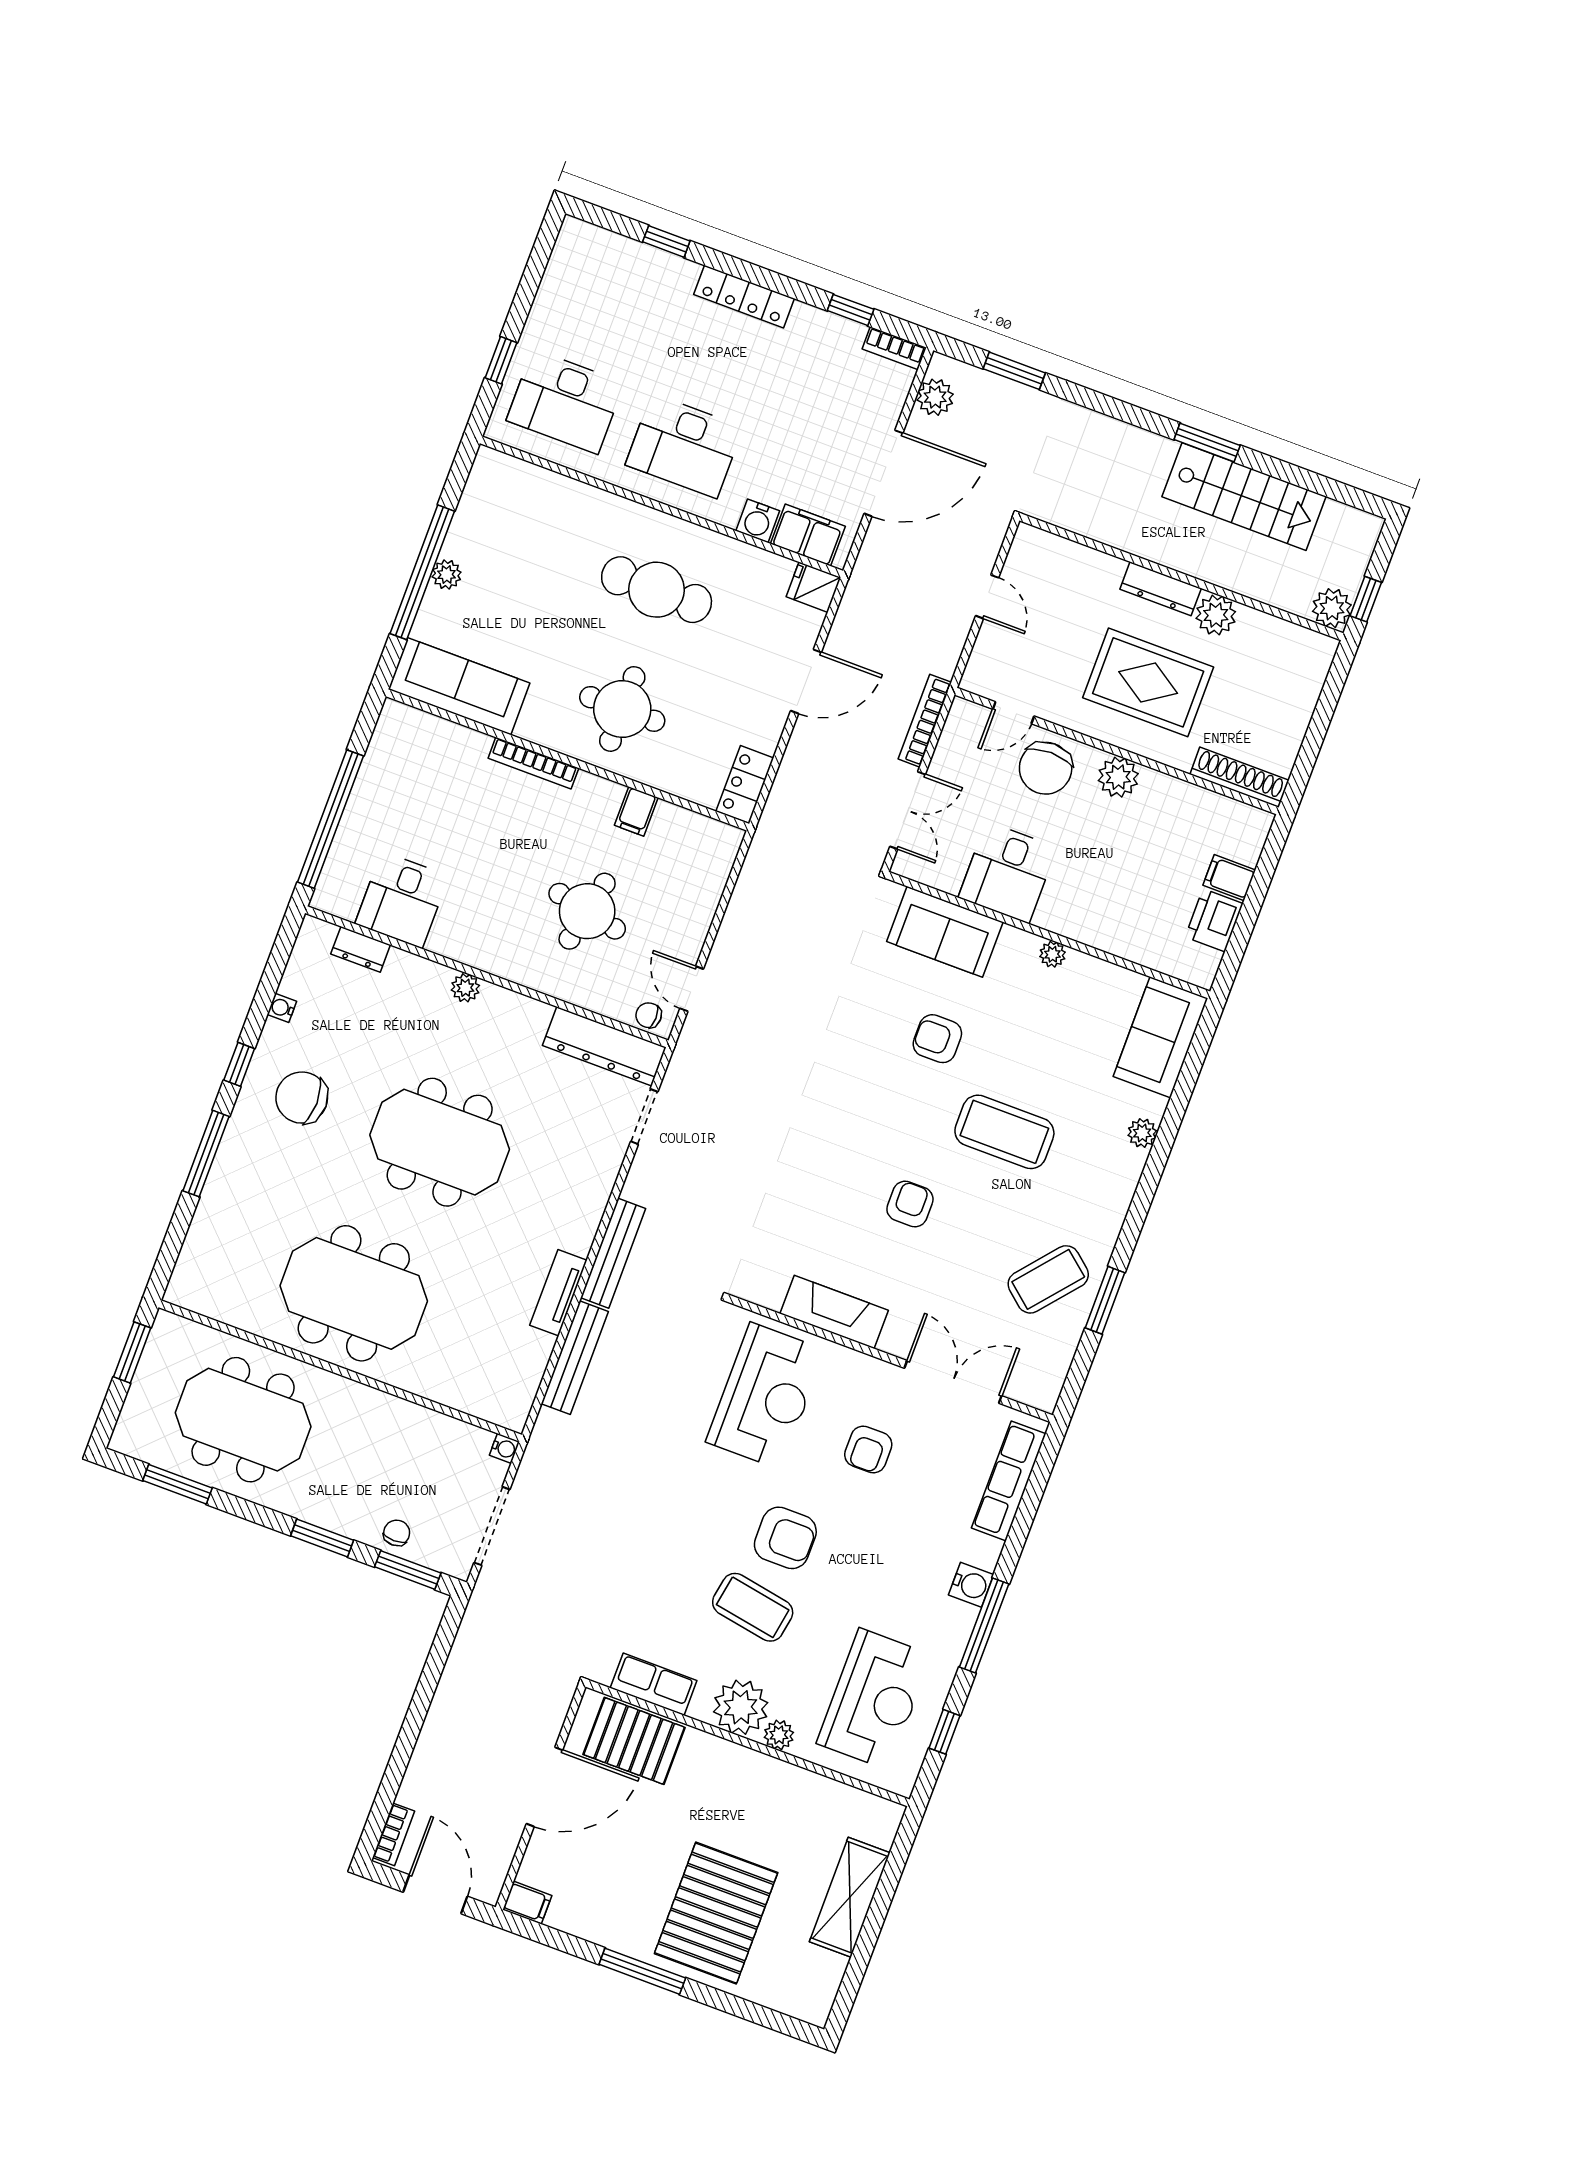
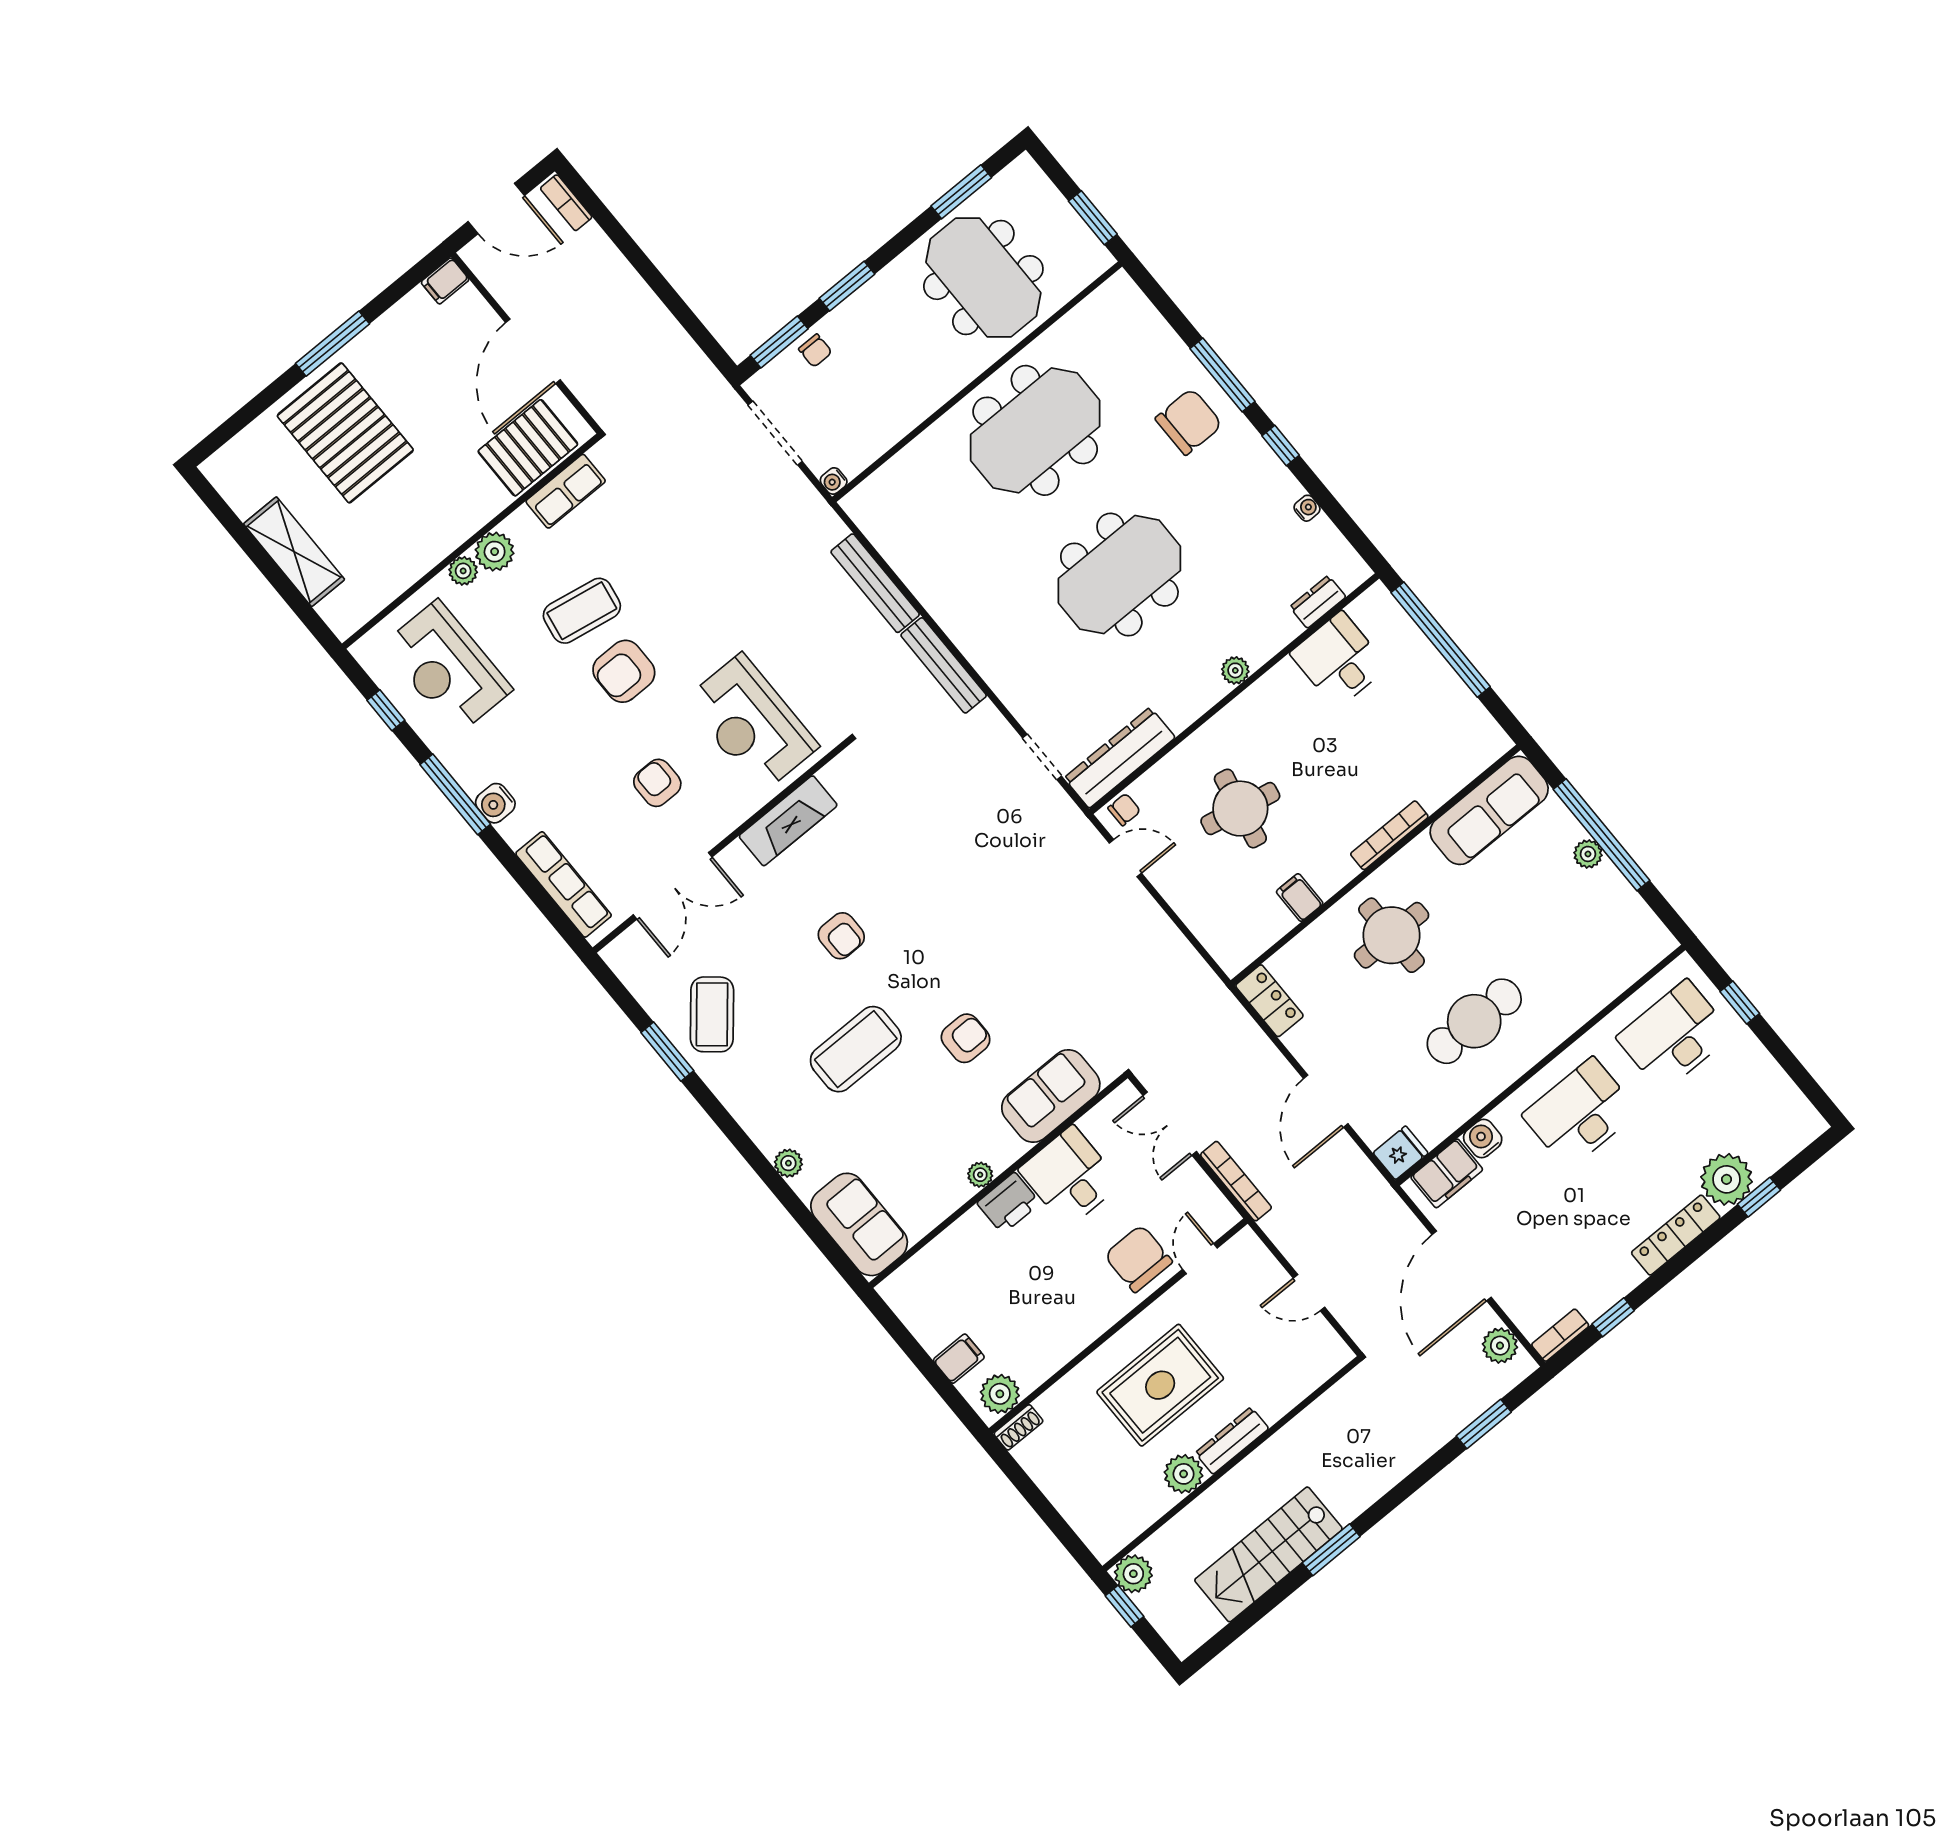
plant: (667, 280) -> (1727, 1179), added
plant: (1118, 777) -> (1000, 1394), moved
shoe rack: (1239, 777) -> (1018, 1427), width x0.51, depth x0.81
printer: (1214, 920) -> (1009, 1203), moved, turned 90
chair: (302, 1098) -> (1189, 422), moved
tv unit: (558, 1293) -> (937, 601), removed
meeting table: (243, 1420) -> (983, 278), turned 90
plant: (741, 1707) -> (495, 552), width x0.73, depth x0.73

